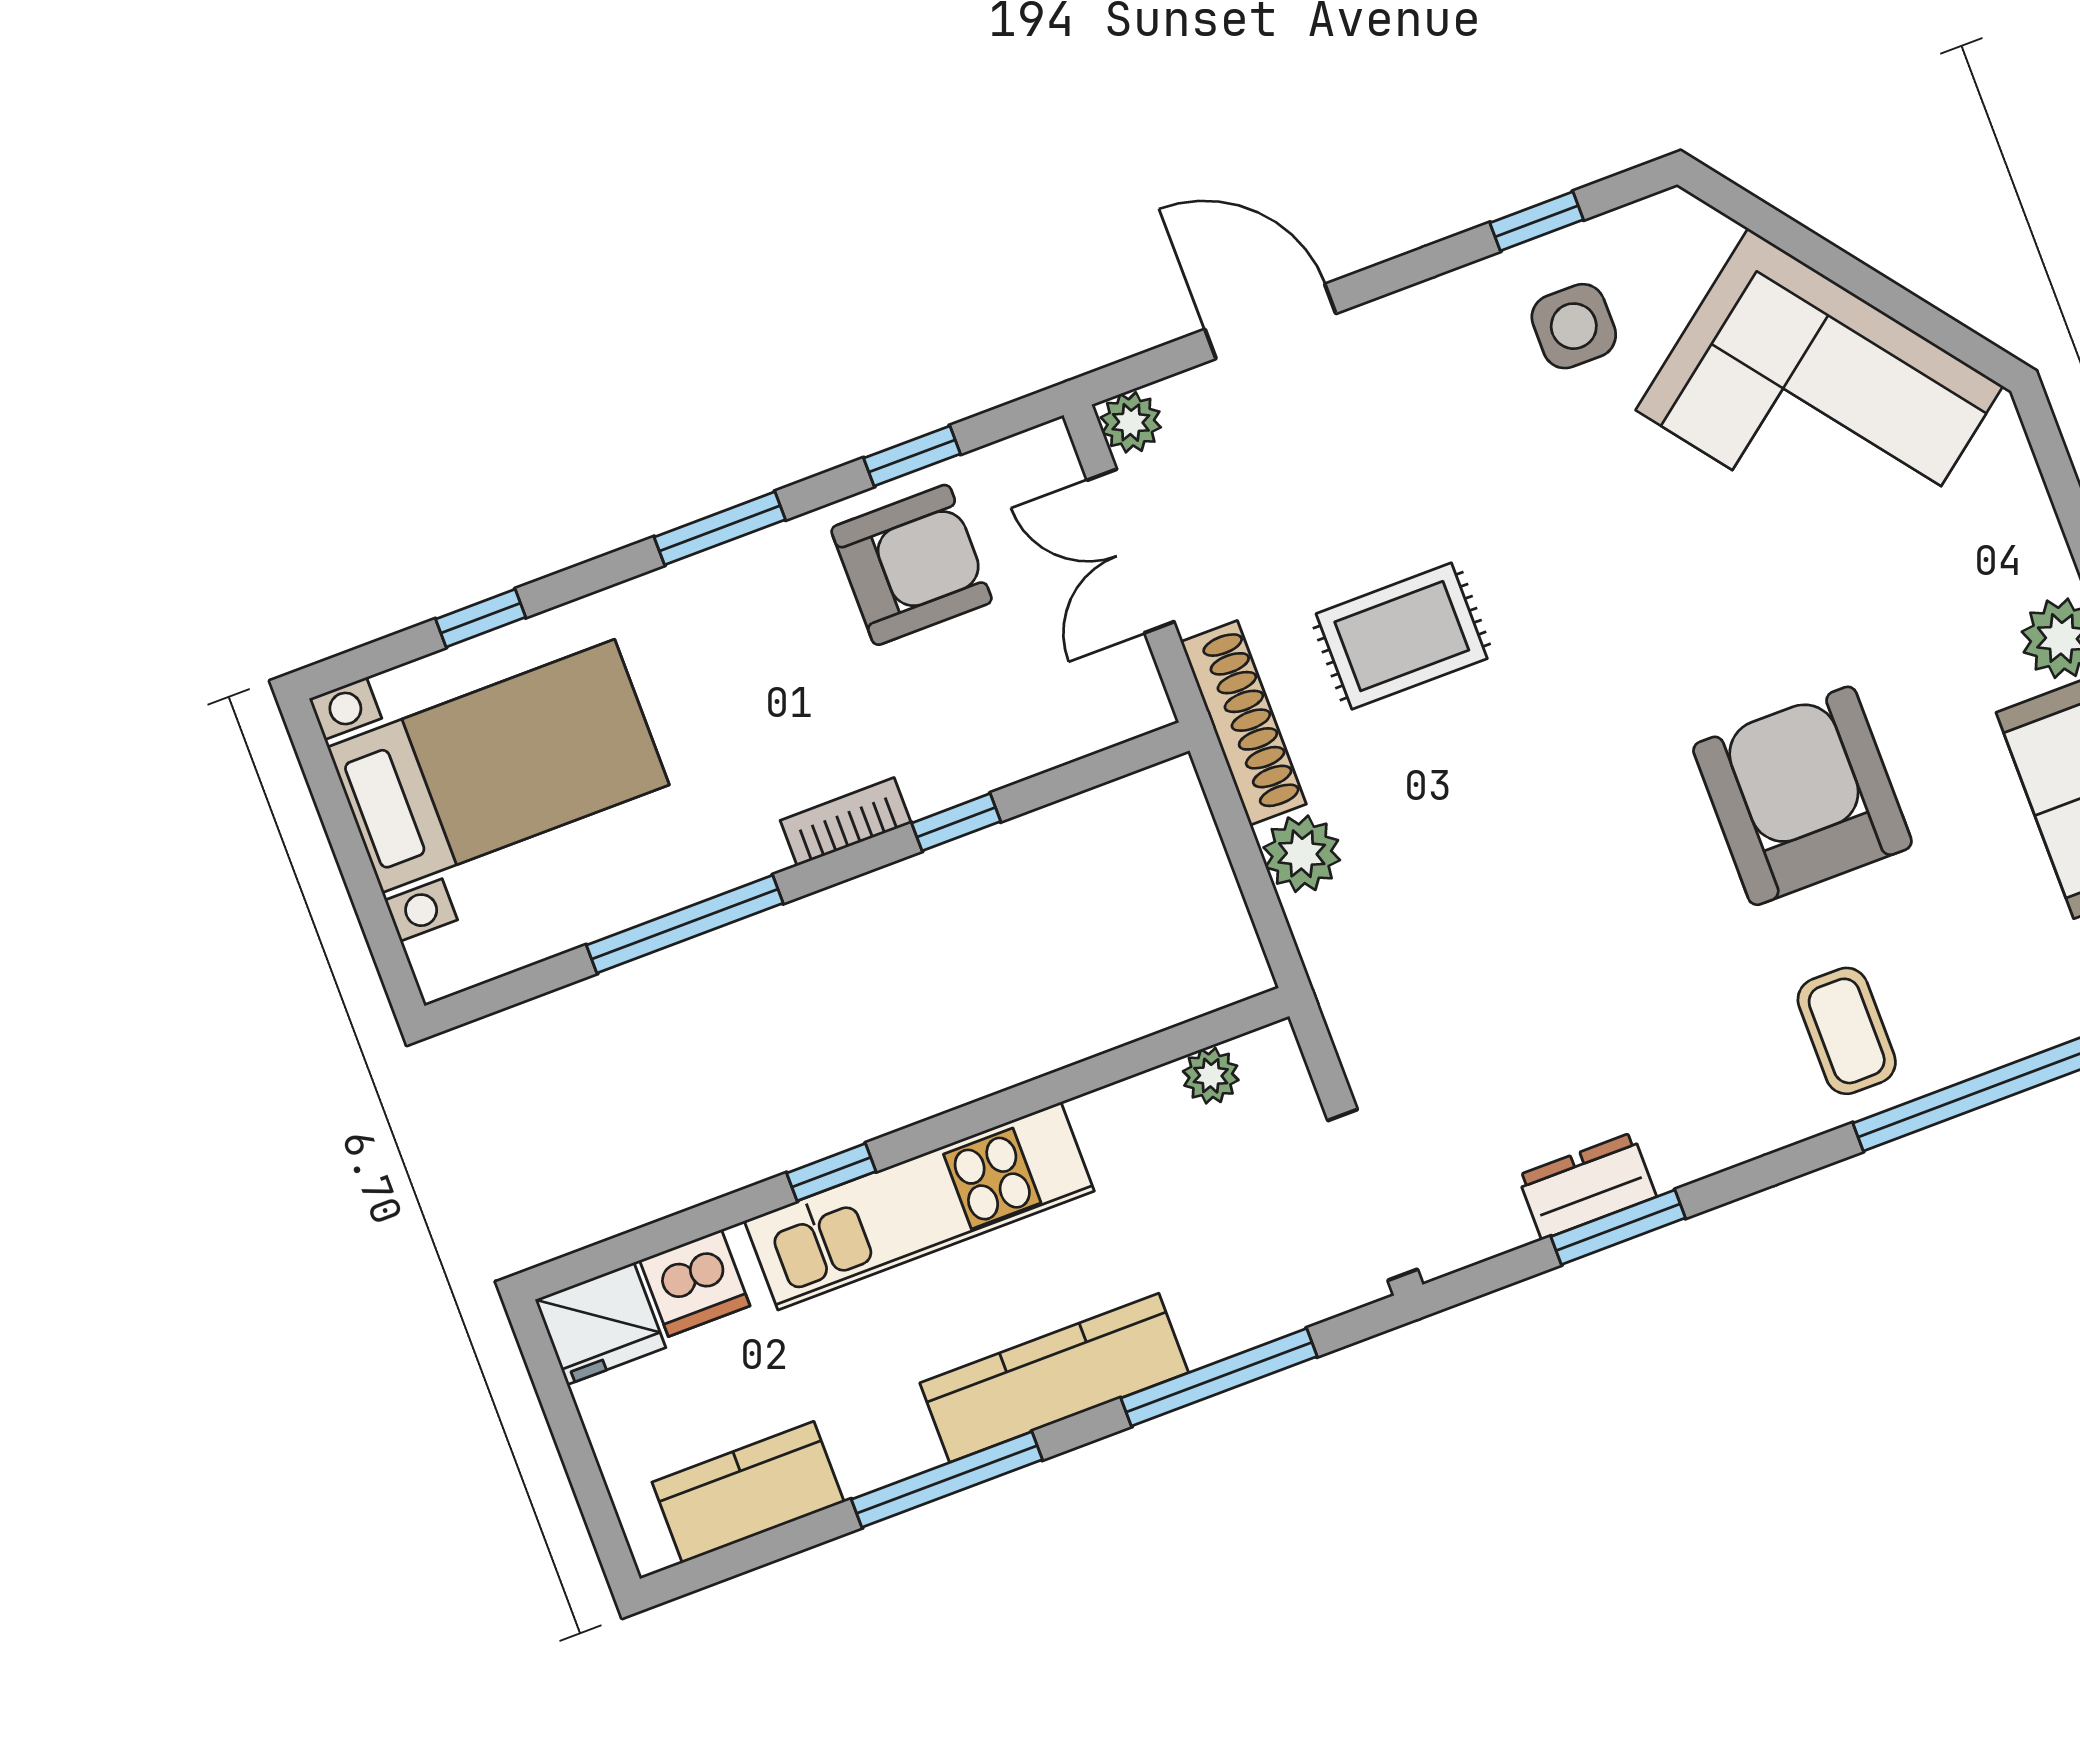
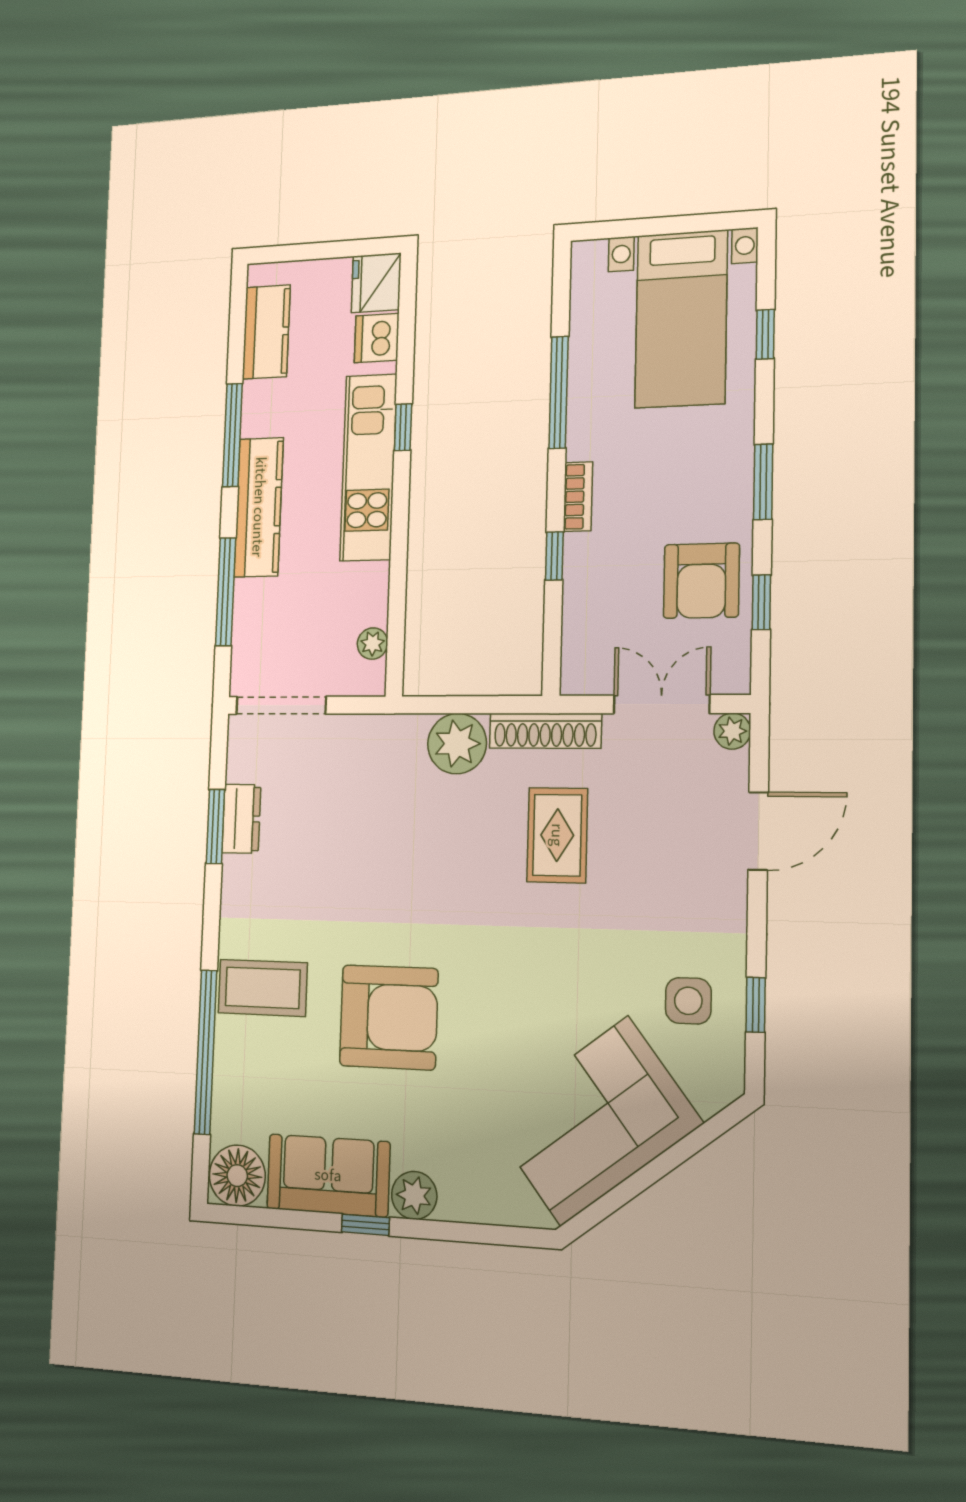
plant: (1302, 854) -> (457, 744), width x1.36, depth x1.36
coffee table: (1847, 1031) -> (263, 988), width x1.36, depth x1.30

